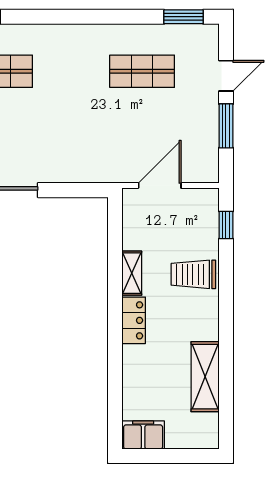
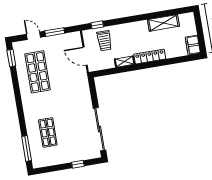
shop shelf: (142, 71) -> (38, 72), width x1.43, depth x1.36
trolley: (193, 274) -> (104, 41), moved
locker: (134, 320) -> (150, 57), width x1.53

